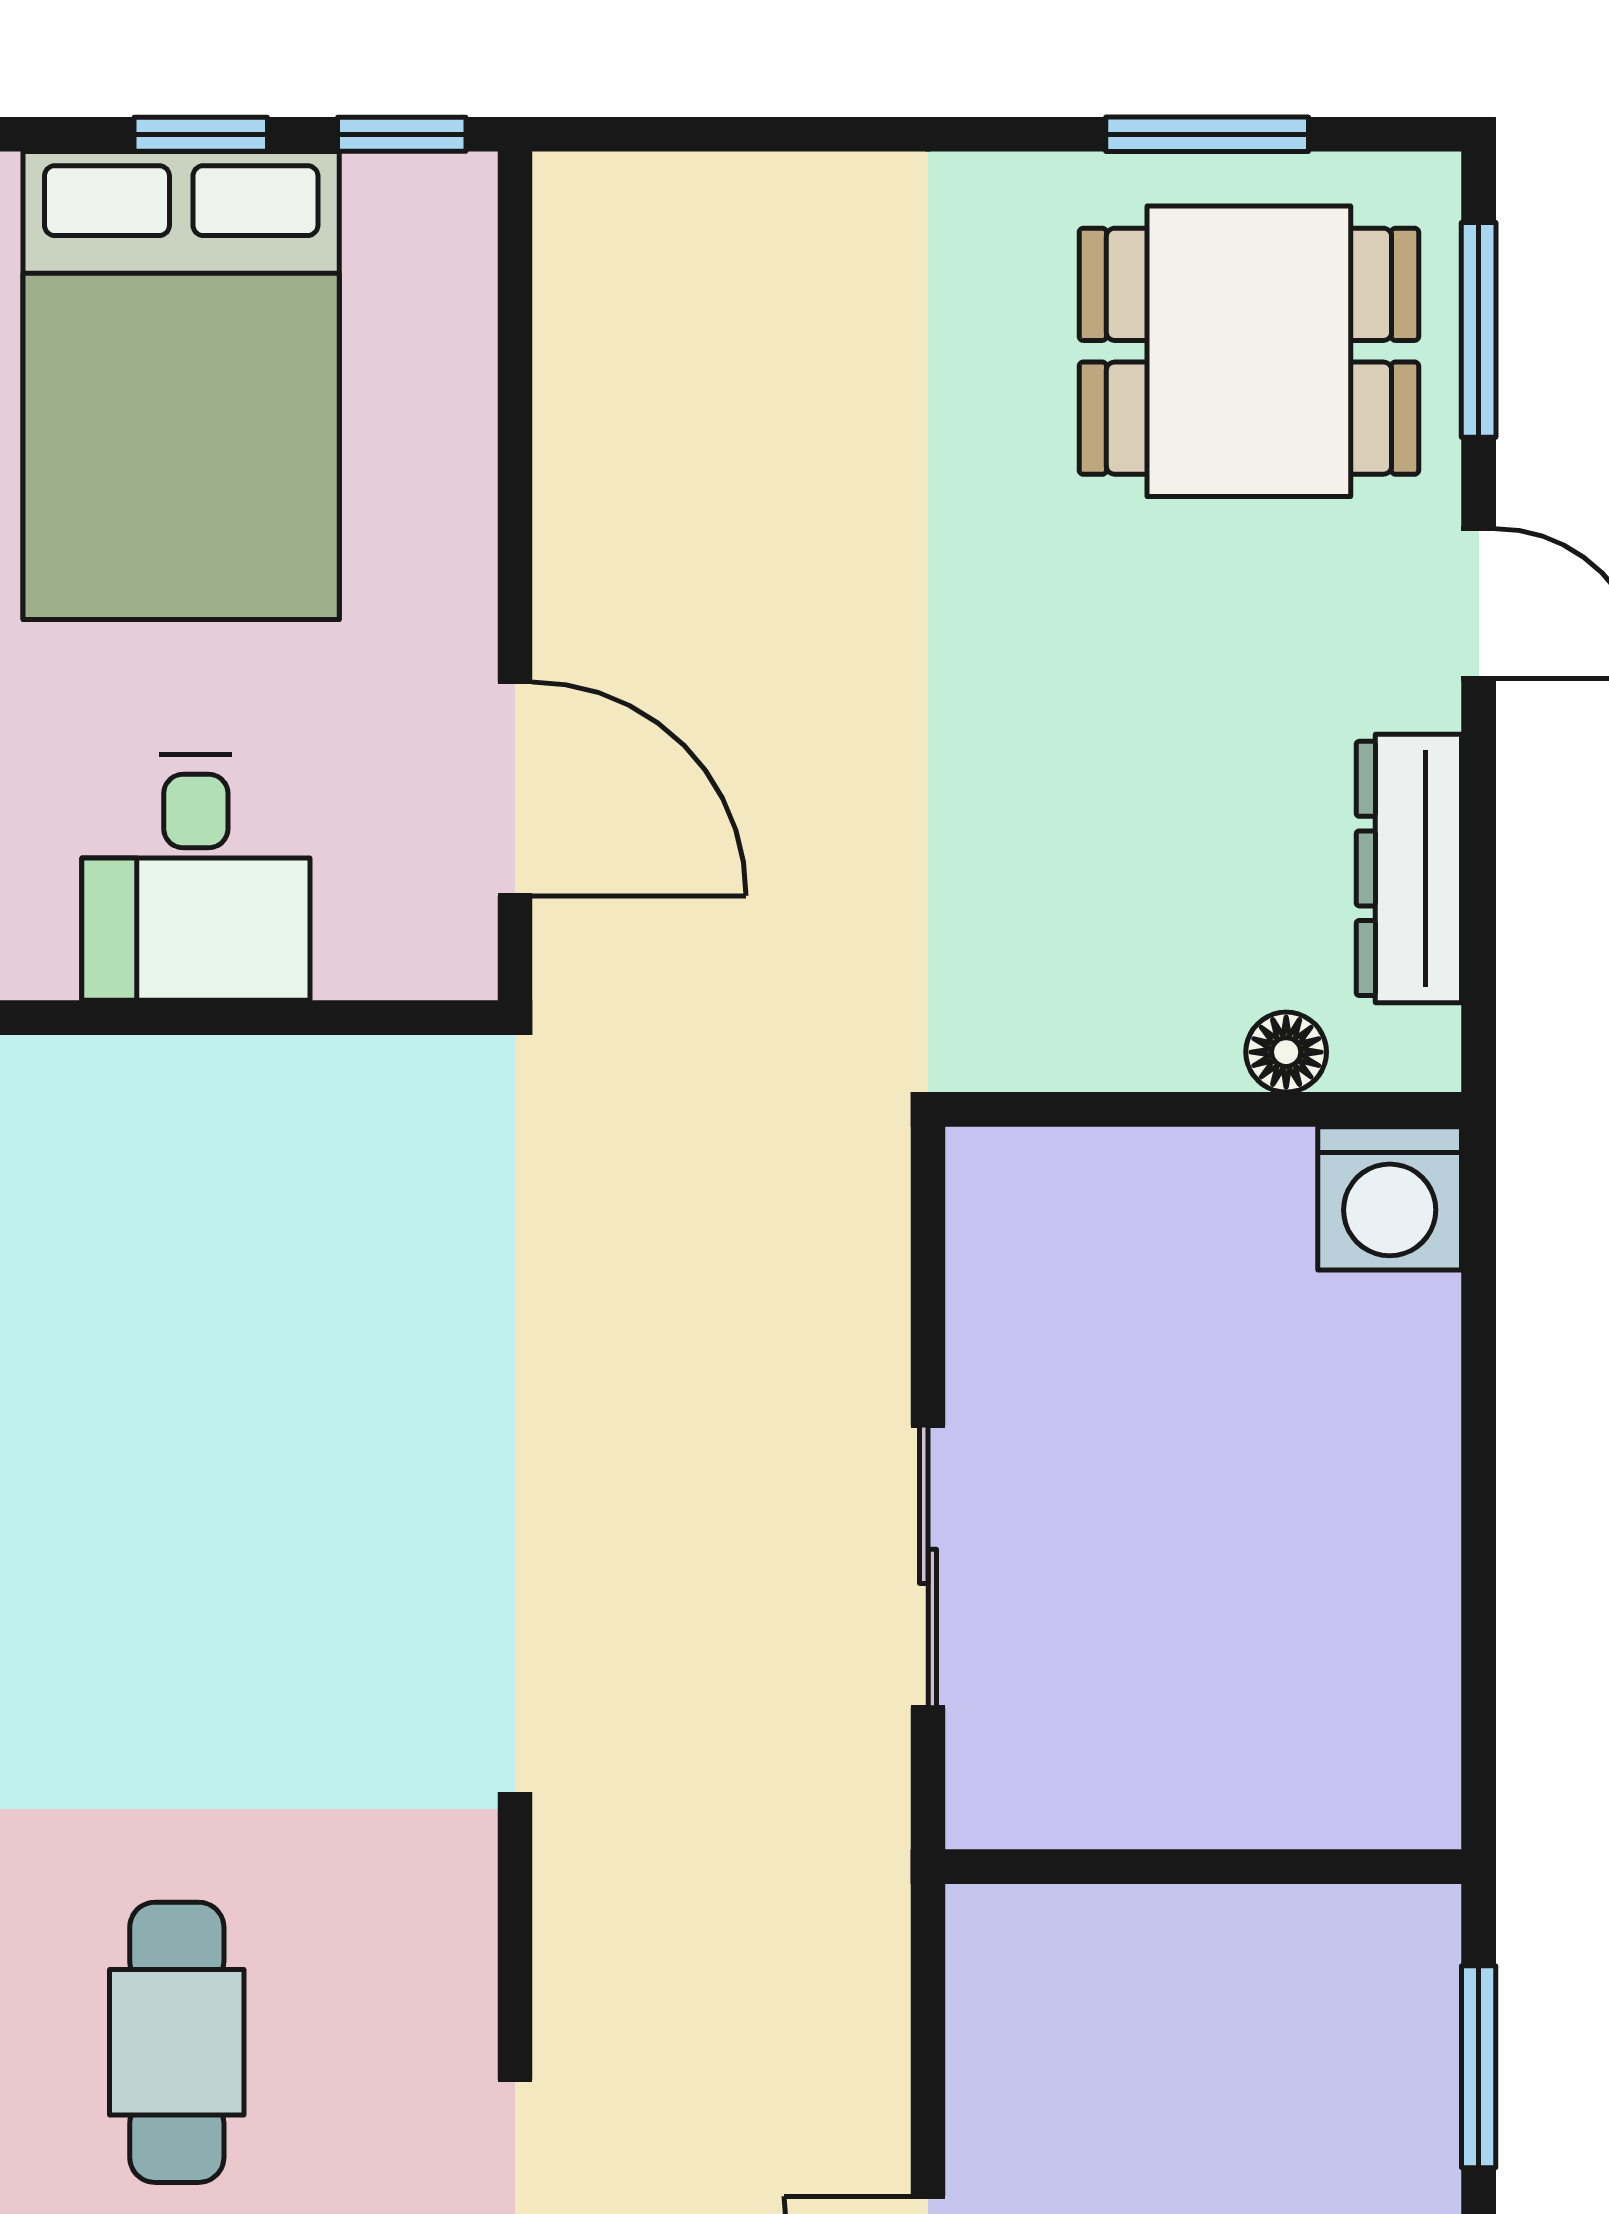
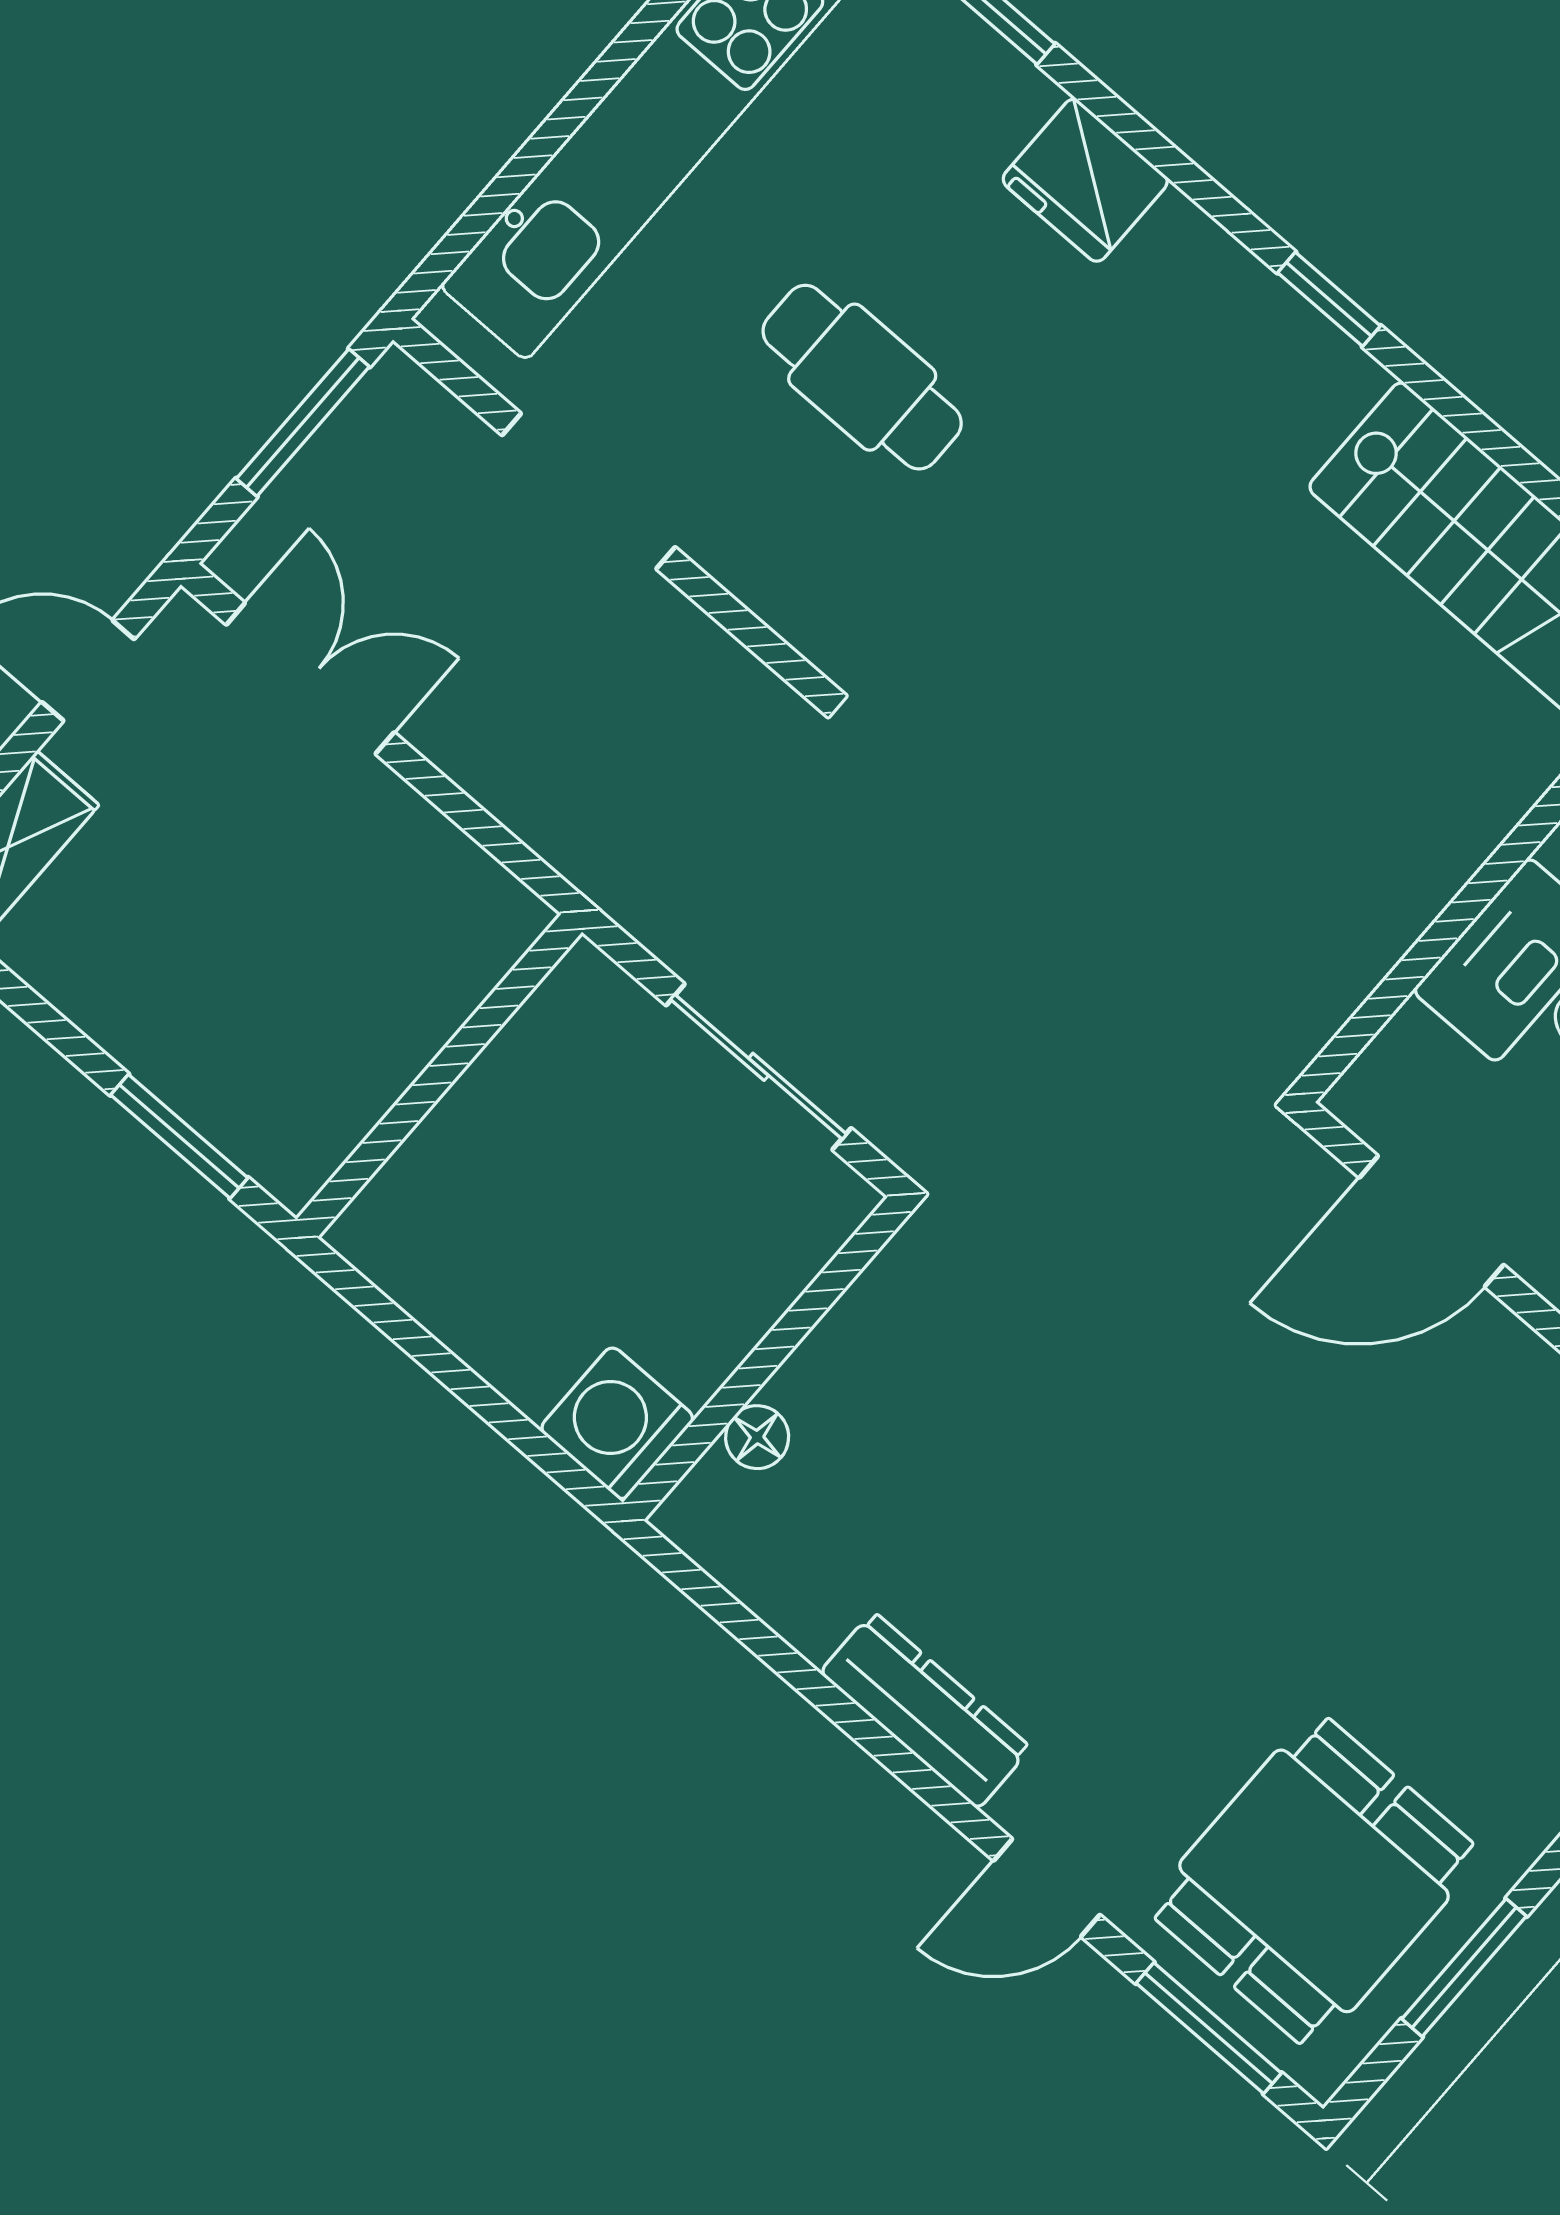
floor lamp: (1286, 1052) -> (757, 1437), moved
wall: (1203, 1109) -> (766, 1359), moved
washing machine: (1390, 1198) -> (617, 1423), moved

